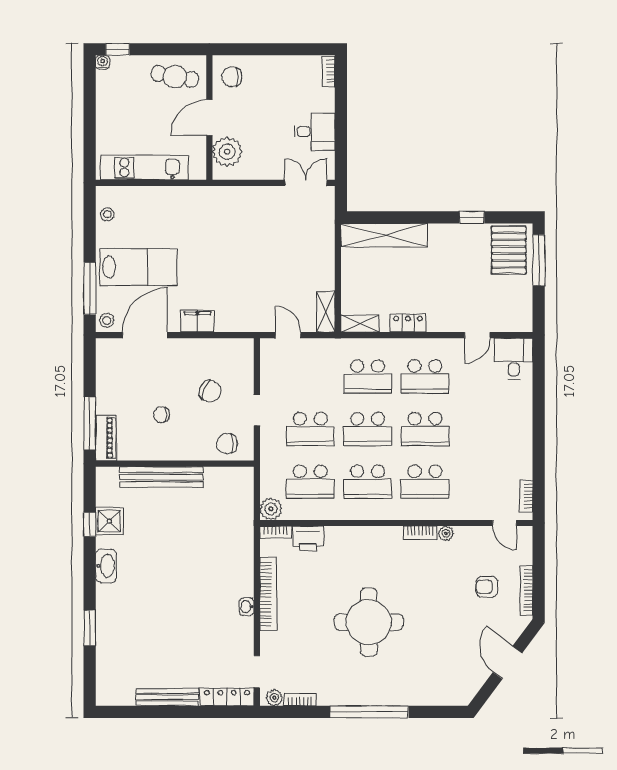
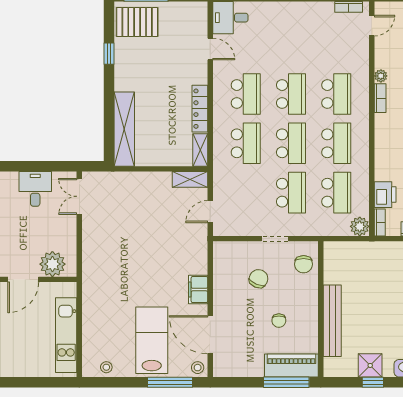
door: (209, 118) -> (23, 279), hinge flipped
locker: (408, 323) -> (200, 109), width x1.53
piano: (106, 438) -> (291, 366), width x1.37, depth x1.33

